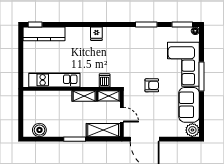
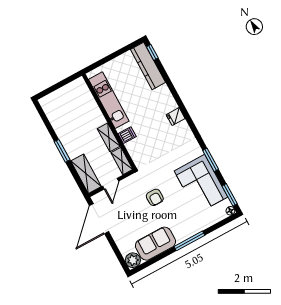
corner sofa: (183, 64) -> (201, 184), moved, turned -90
dishwasher: (105, 80) -> (127, 135), moved
boiler: (39, 130) -> (52, 112), removed

